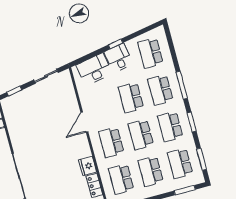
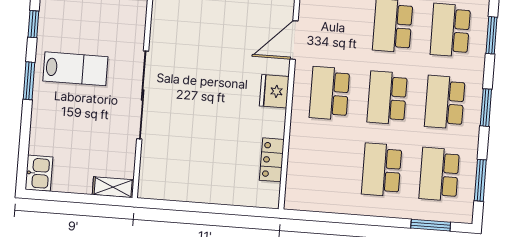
window: (182, 85) -> (492, 35), width x0.69
fridge: (88, 166) -> (274, 91), moved
school desk: (121, 179) -> (324, 165), removed

